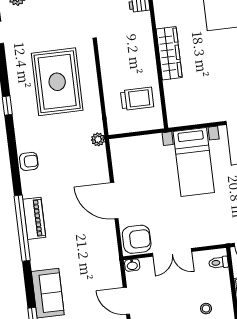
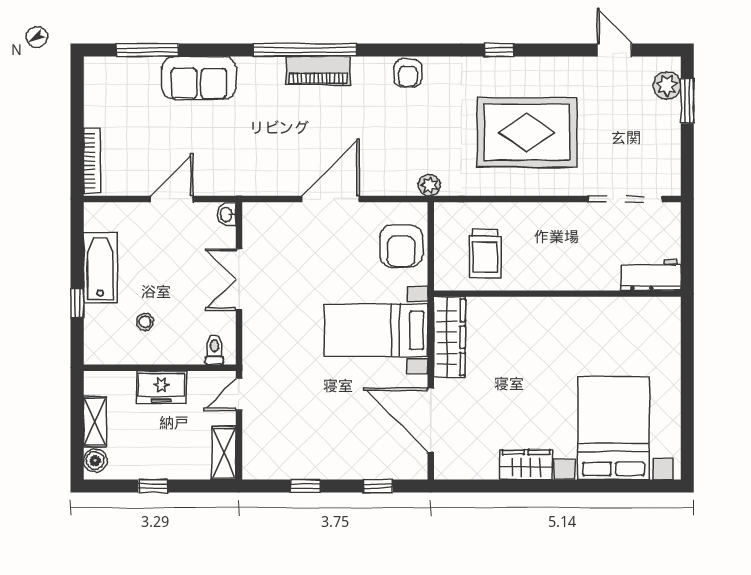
wardrobe: (169, 53) -> (449, 337), moved, turned -90
armchair: (137, 239) -> (401, 246), moved

